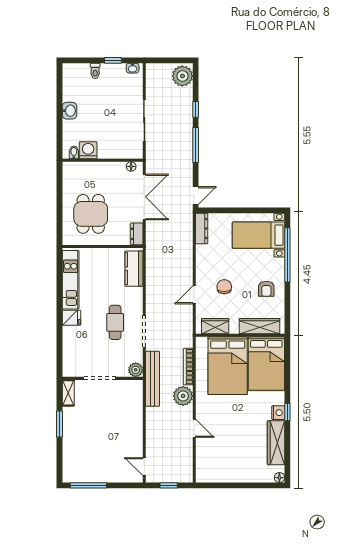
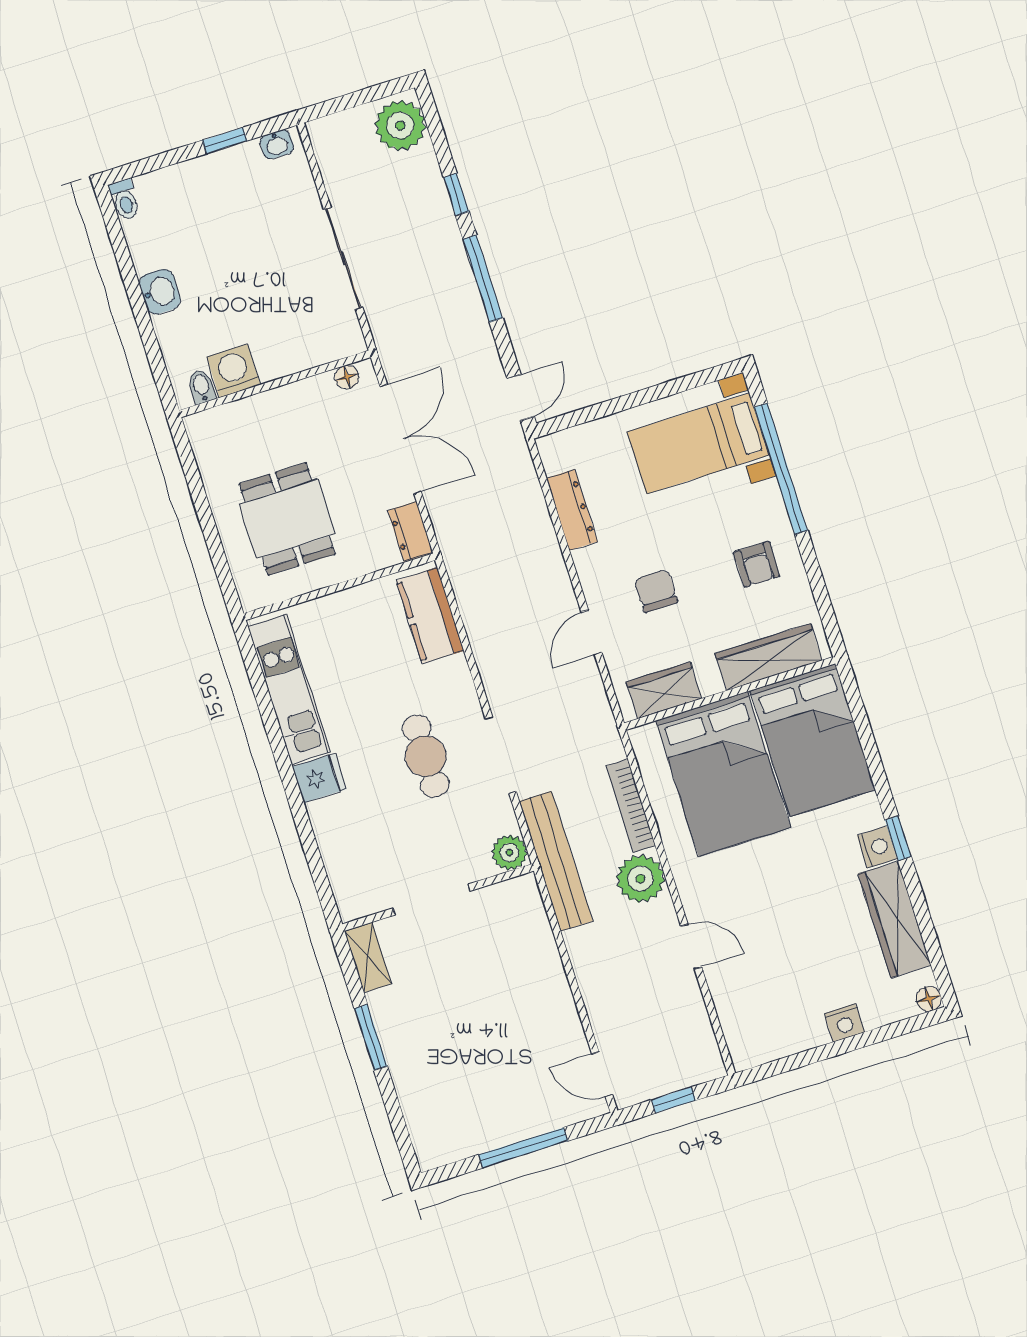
toilet: (95, 71) -> (125, 200), moved
dresser: (202, 229) -> (572, 510), moved
nightstand: (244, 476) -> (844, 1023), added
window: (88, 485) -> (523, 1148), moved

